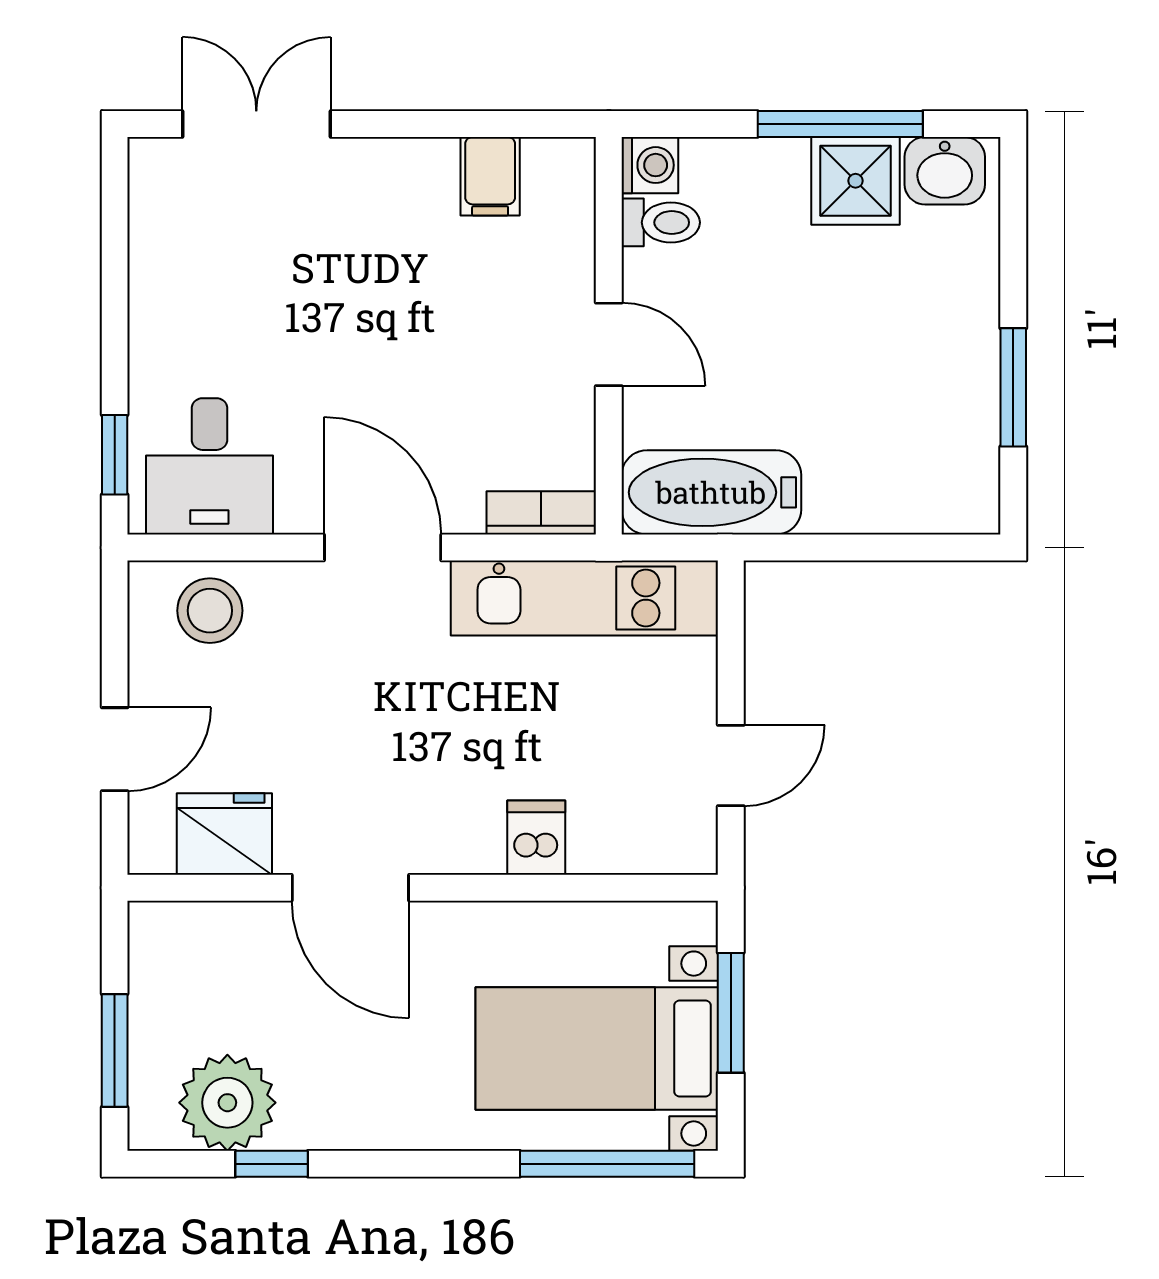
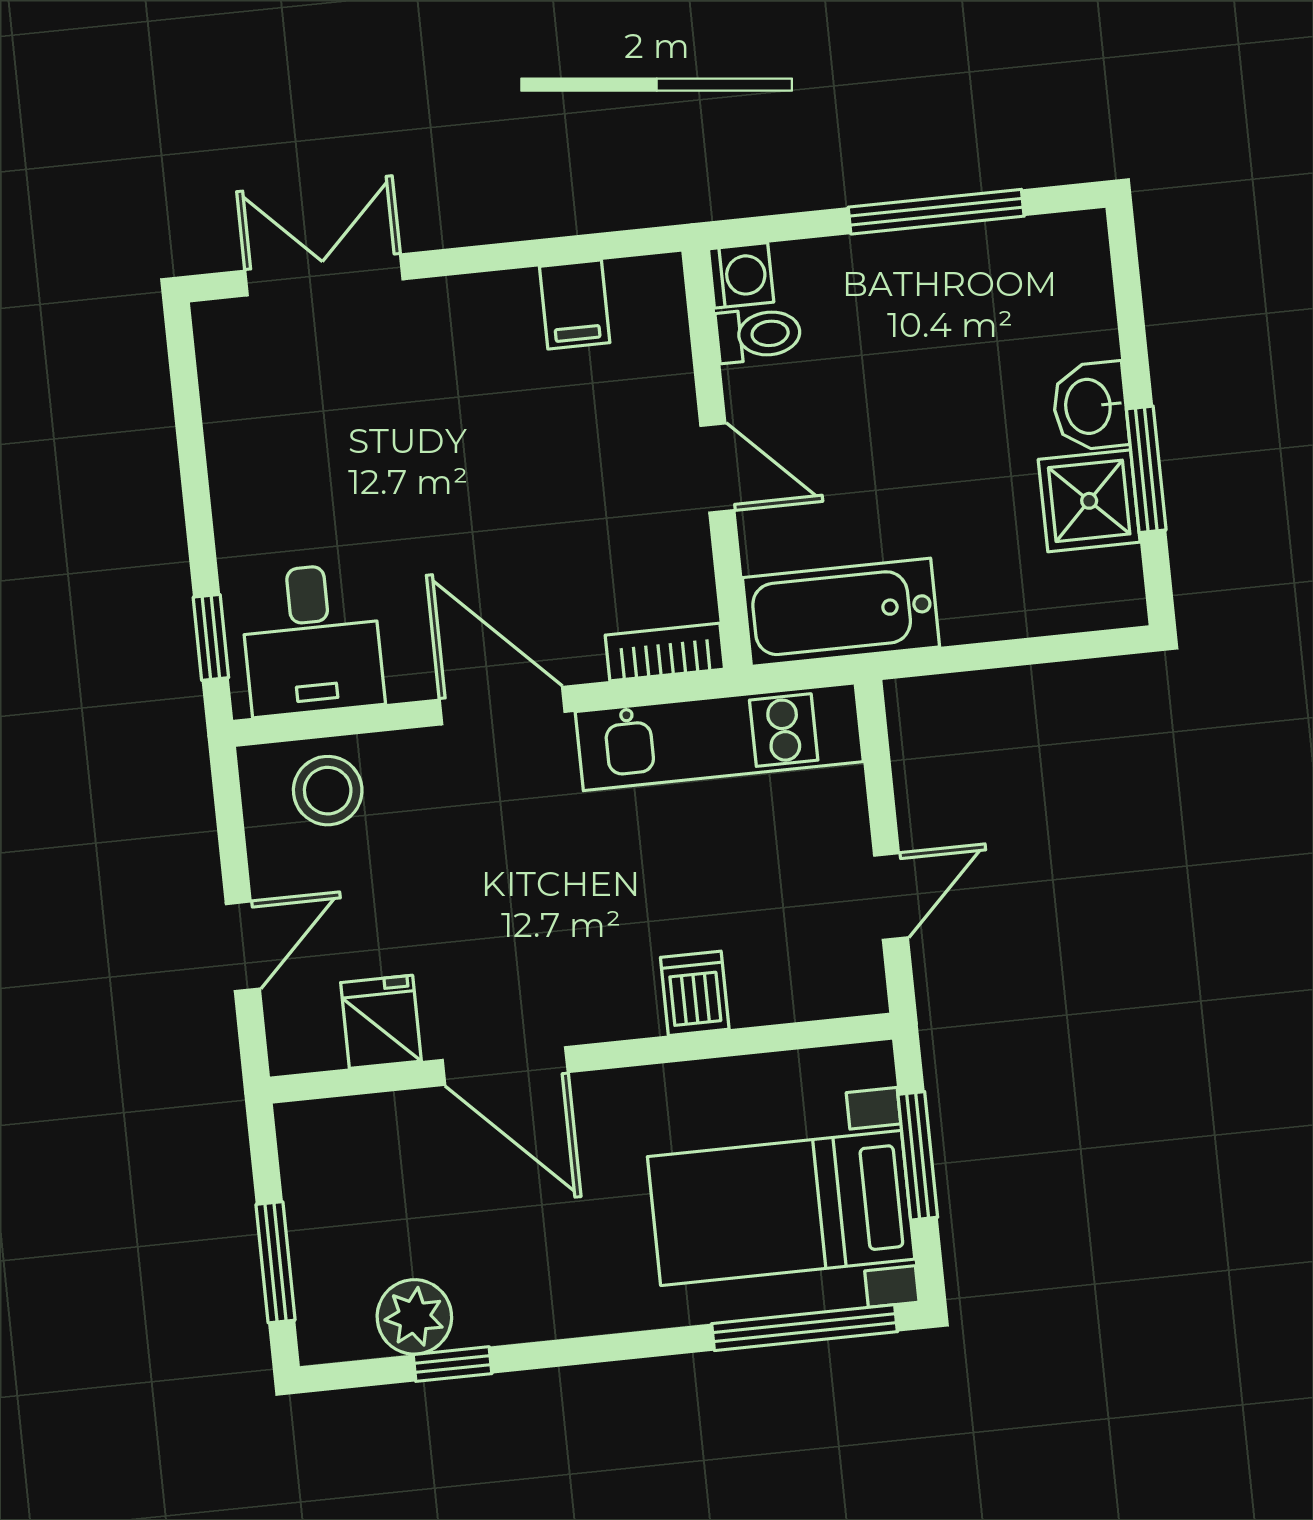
washbasin: (945, 171) -> (1090, 406), moved, turned 90
shower: (855, 181) -> (1089, 501), moved
fridge: (224, 834) -> (381, 1022), width x0.72
plant: (227, 1103) -> (414, 1317), width x0.73, depth x0.73

